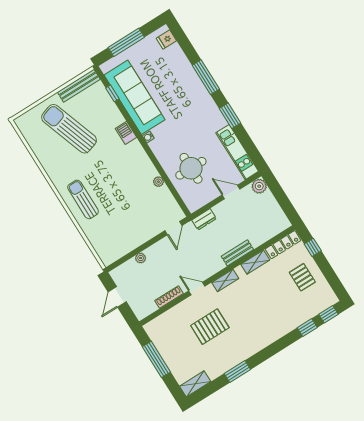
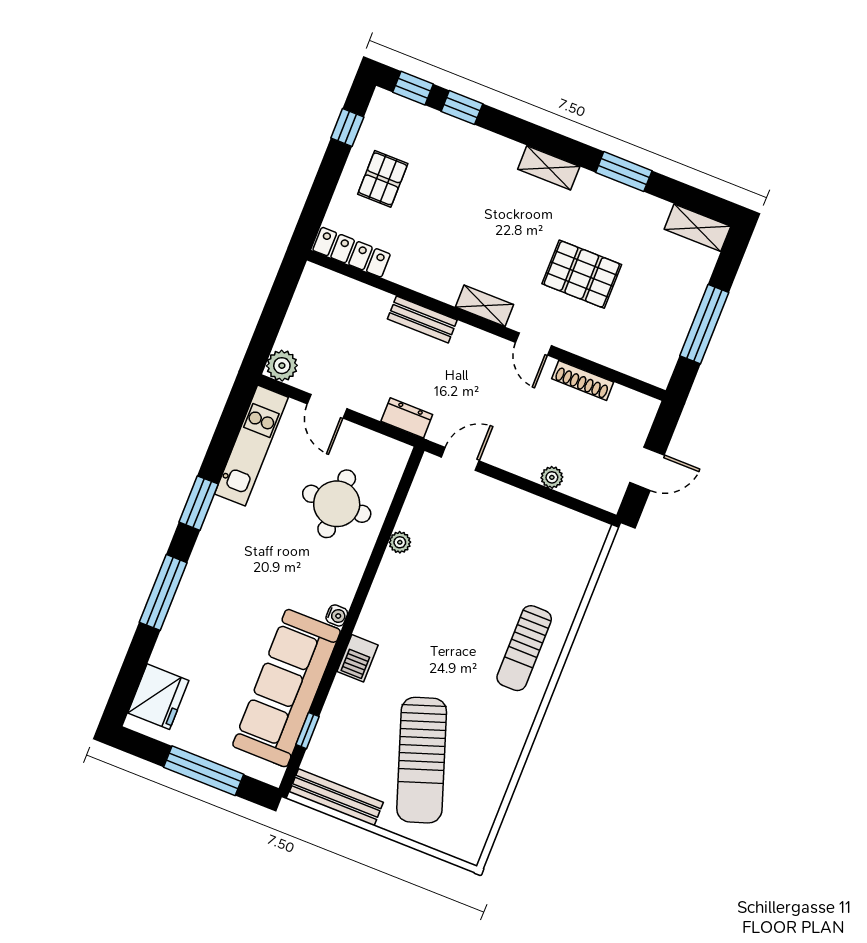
fridge: (166, 39) -> (158, 697), width x1.88, depth x1.34
window: (313, 247) -> (347, 128), moved
shelving: (255, 262) -> (549, 168), moved

